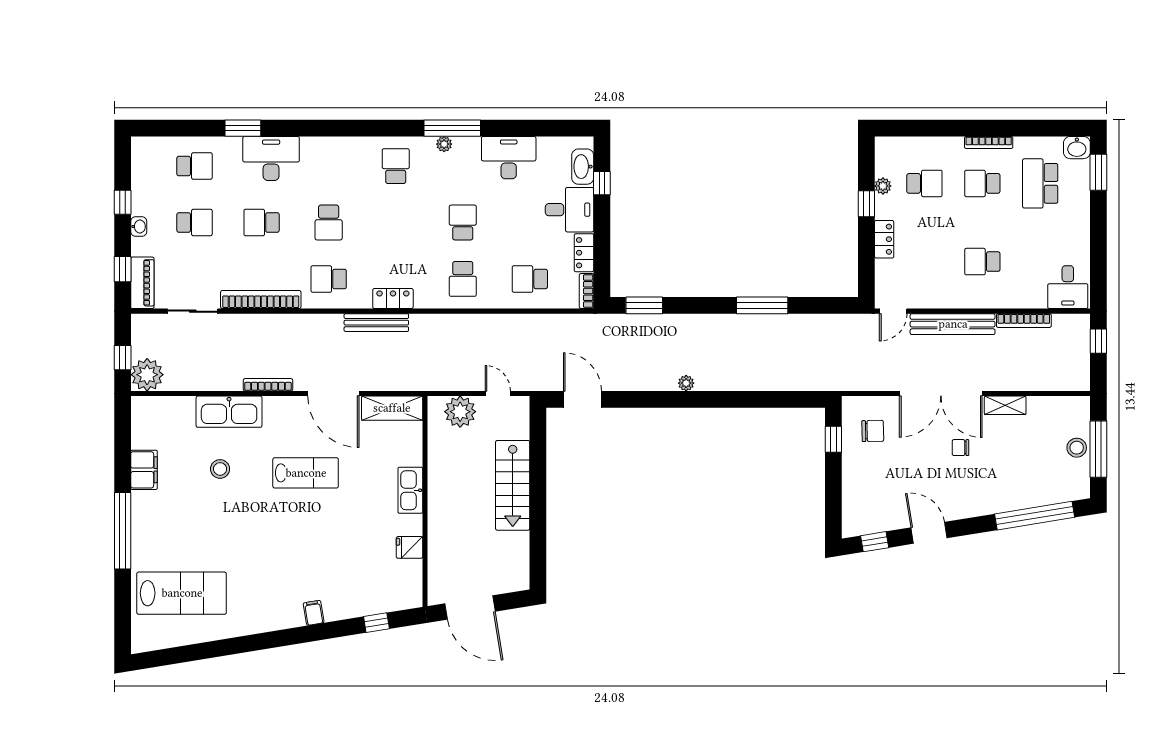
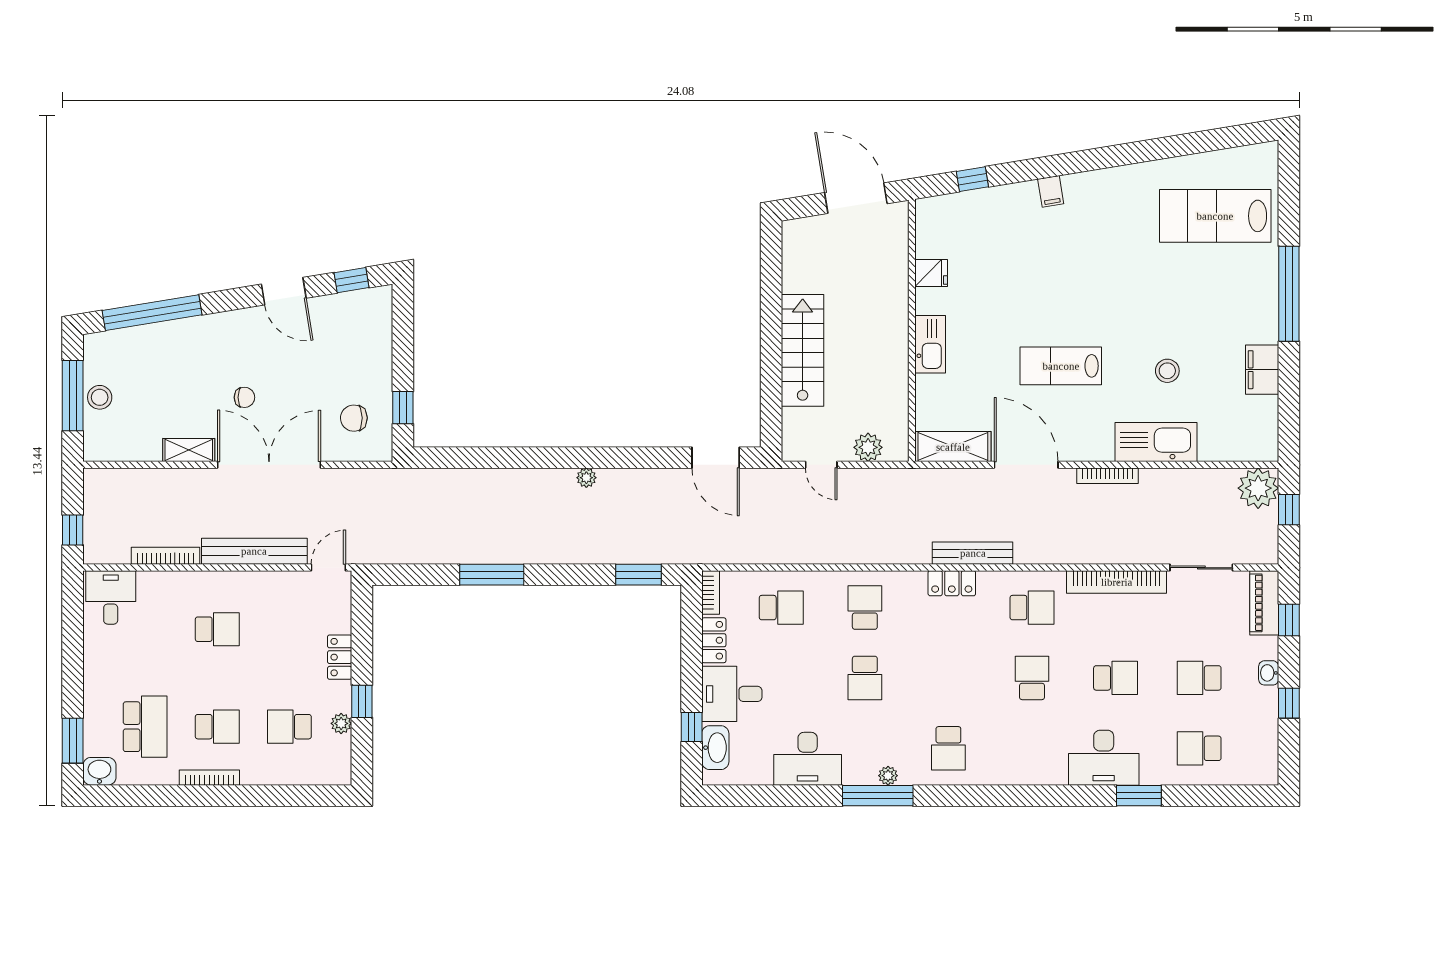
plant: (460, 412) -> (868, 447), width x0.73, depth x0.73

